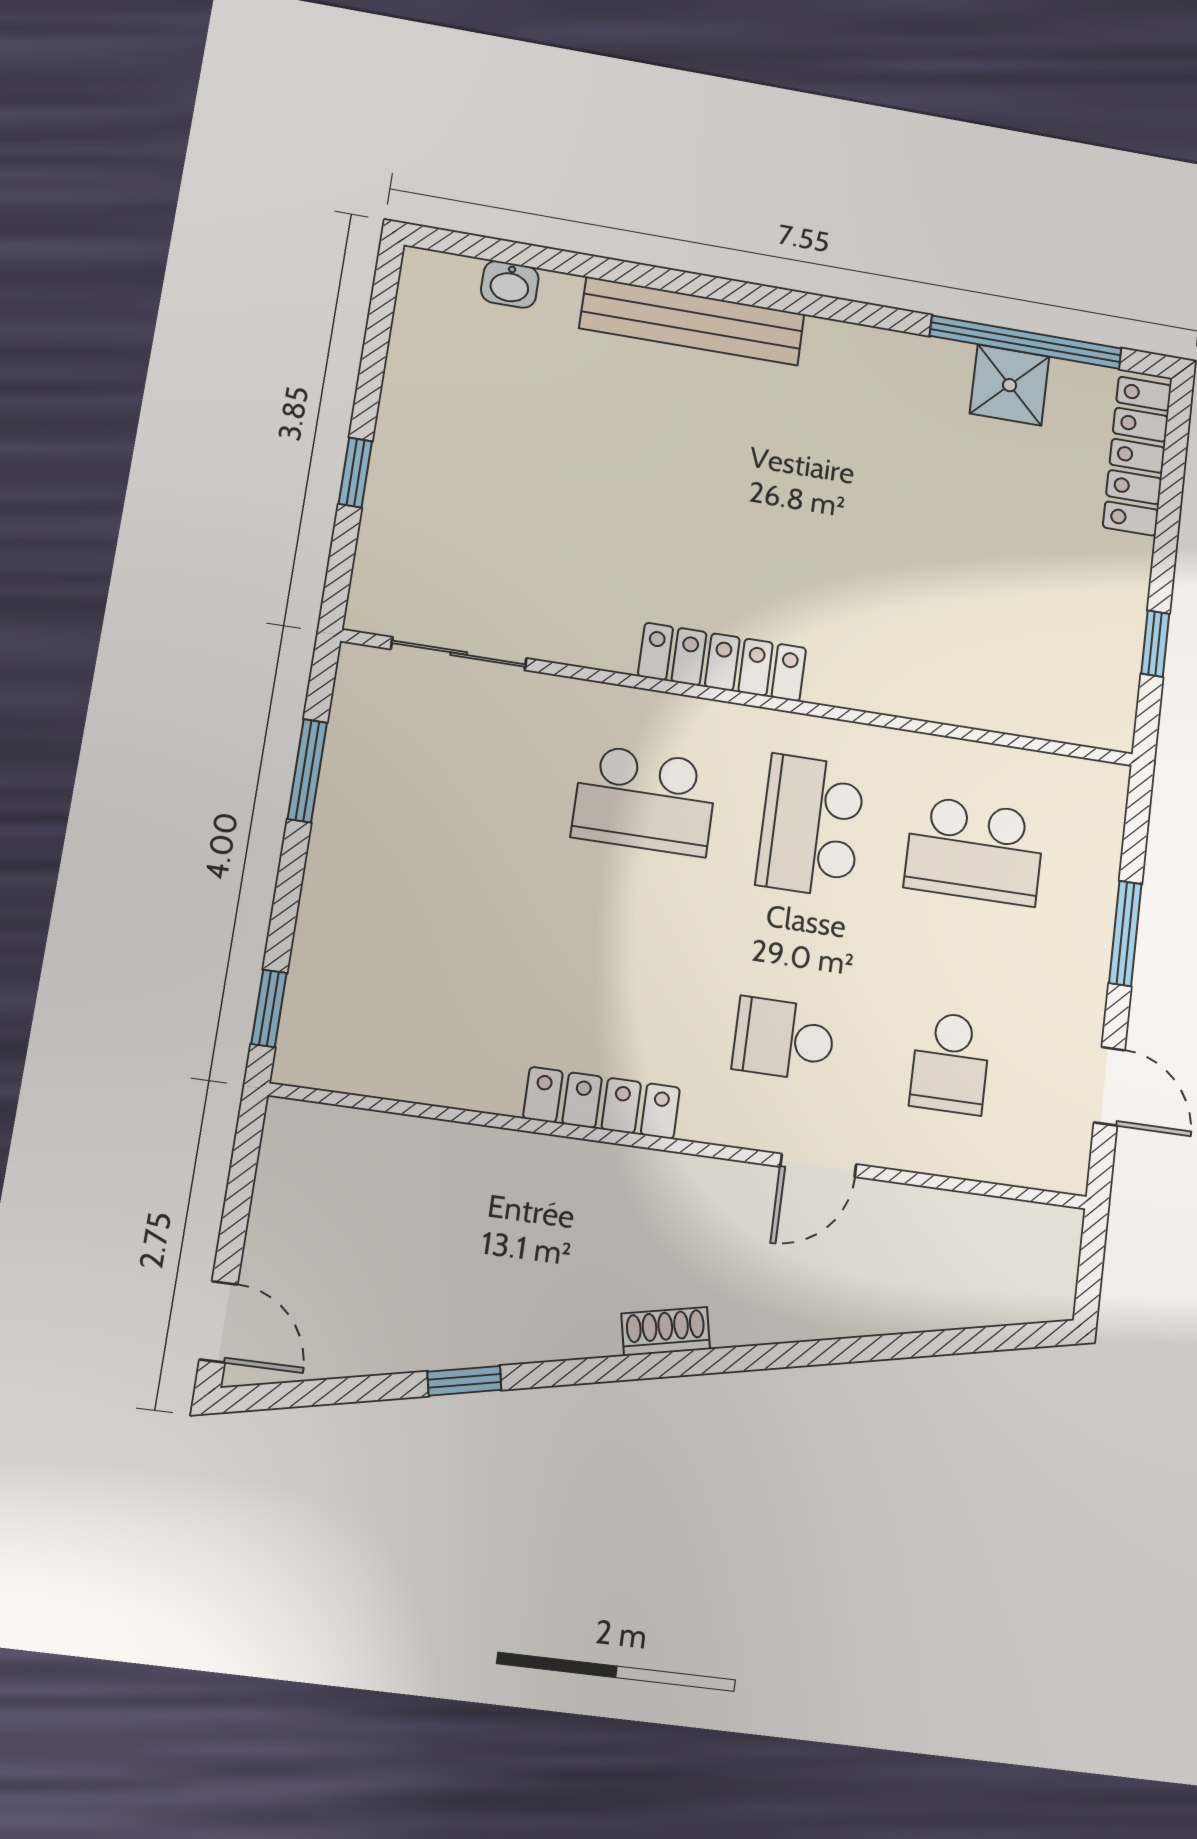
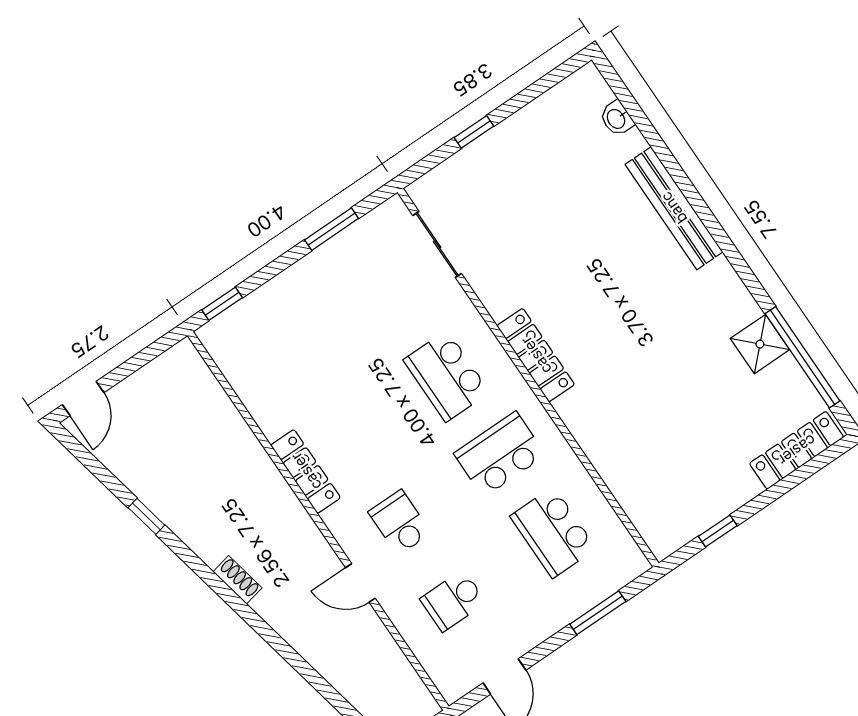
shower: (1010, 385) -> (760, 344), moved
window: (1125, 933) -> (598, 613), moved

